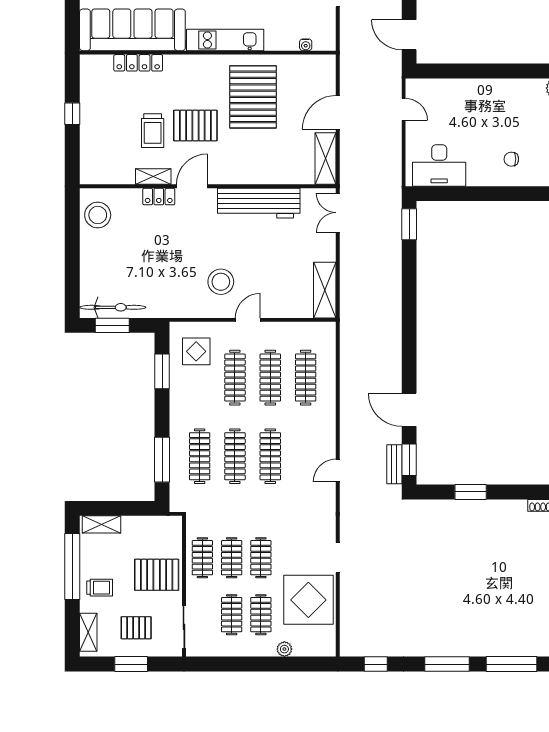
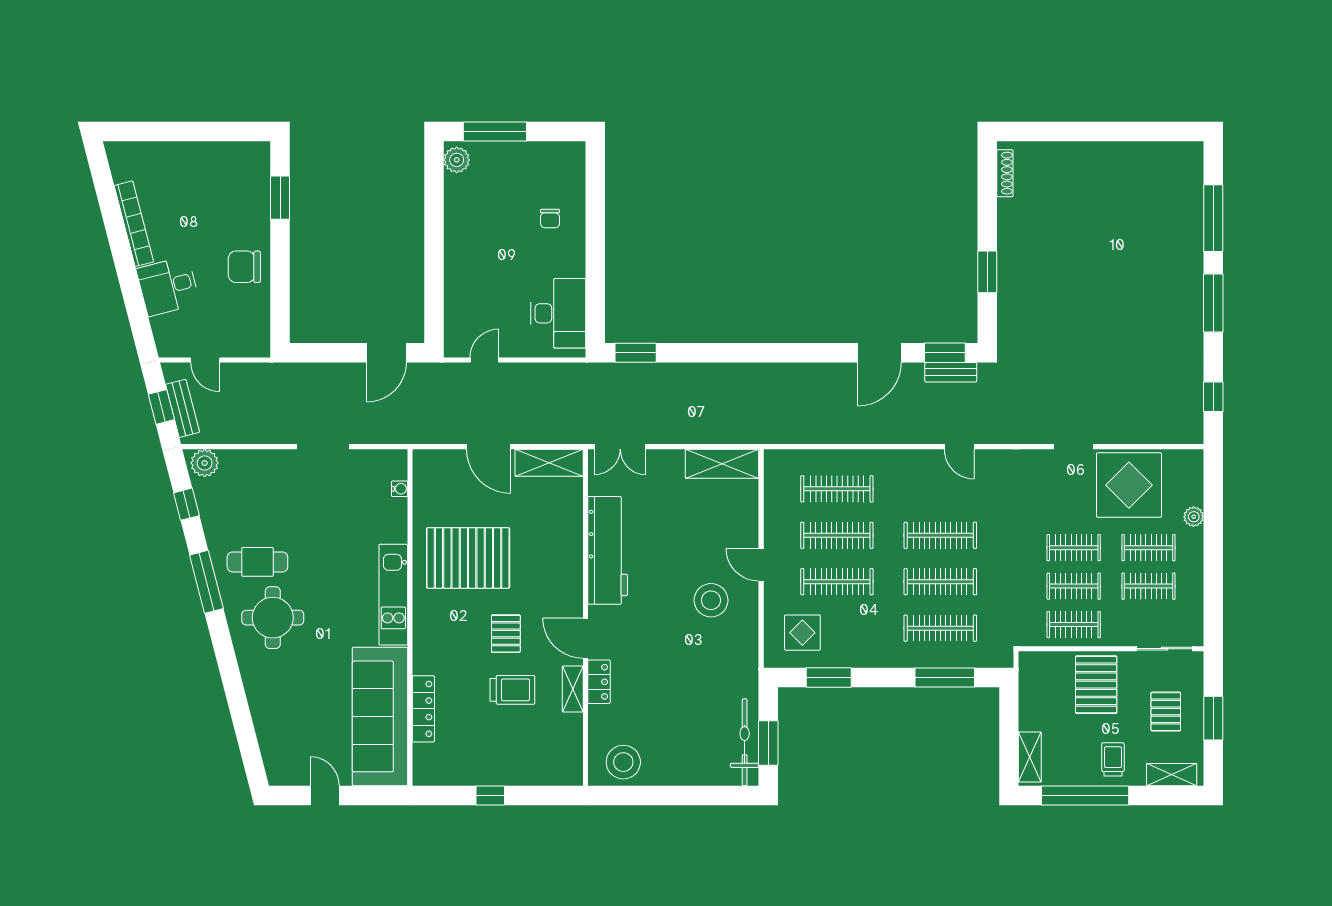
pallet: (195, 126) -> (506, 634), width x0.67, depth x0.71

